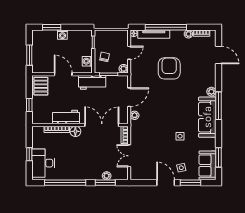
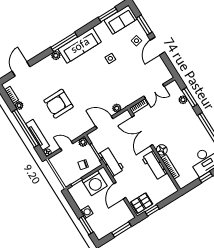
washing machine: (87, 61) -> (95, 183), width x1.89, depth x1.89
window: (29, 105) -> (152, 210), moved

